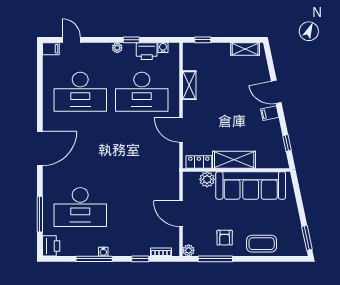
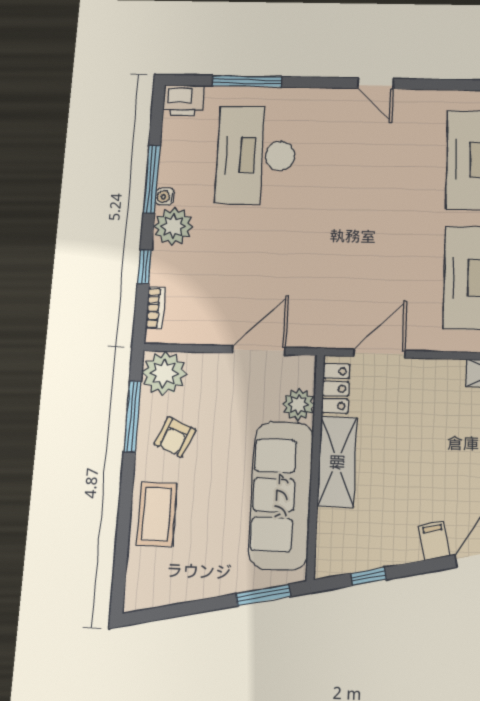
door: (181, 130) -> (379, 354), moved
door: (40, 148) -> (376, 83), width x0.53
door: (181, 214) -> (259, 350), moved
armchair: (225, 238) -> (175, 437), turned -67
window: (307, 238) -> (263, 595), moved
plant: (119, 246) -> (173, 226), added
plant: (189, 250) -> (164, 373), width x1.88, depth x1.88

